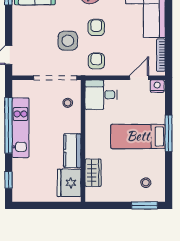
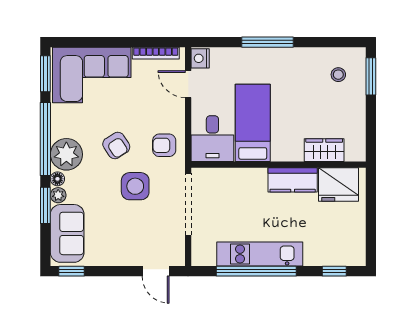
armchair: (96, 28) -> (116, 146), turned -123
stool: (68, 103) -> (224, 186), removed
bed: (138, 136) -> (253, 123), moved, turned 180

